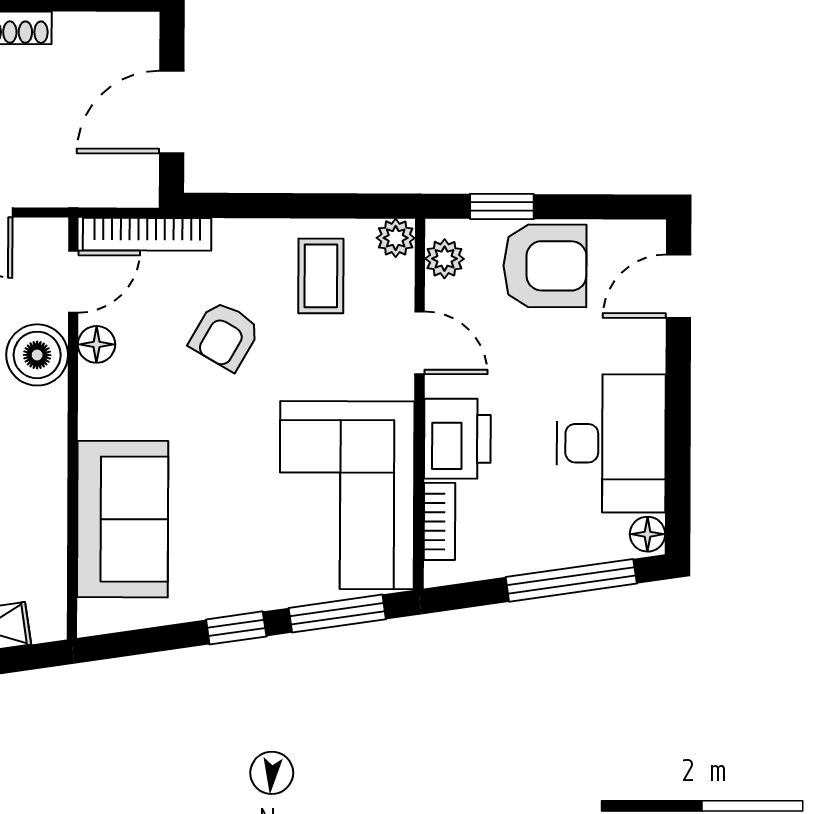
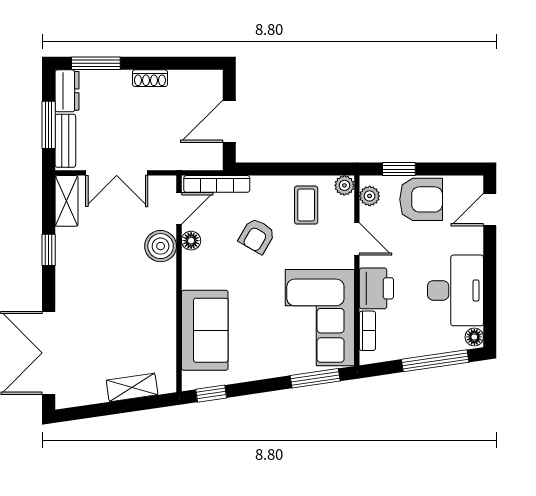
window: (236, 628) -> (211, 394), moved

